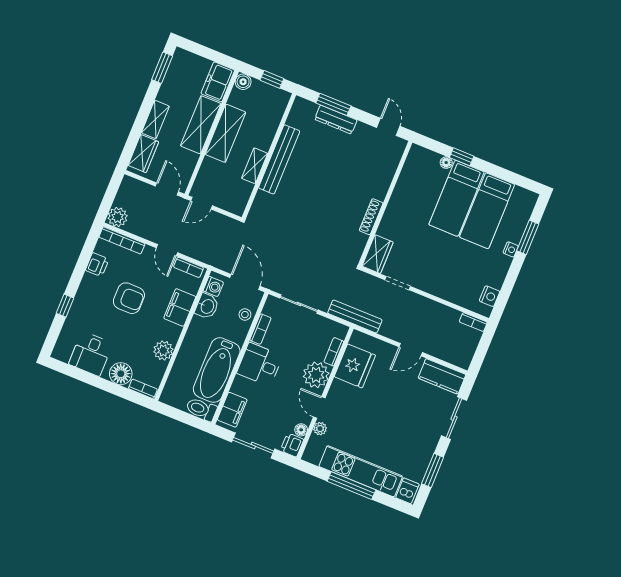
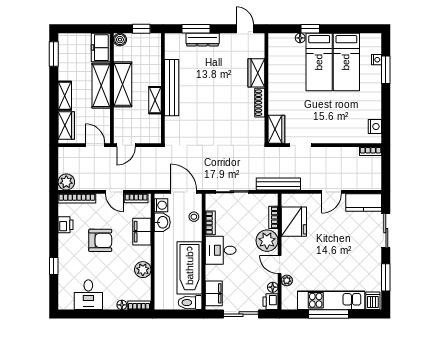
wardrobe: (381, 182) -> (256, 73), added
nightstand: (511, 249) -> (376, 60), moved
floor lamp: (121, 374) -> (122, 305), width x0.53, depth x0.53

